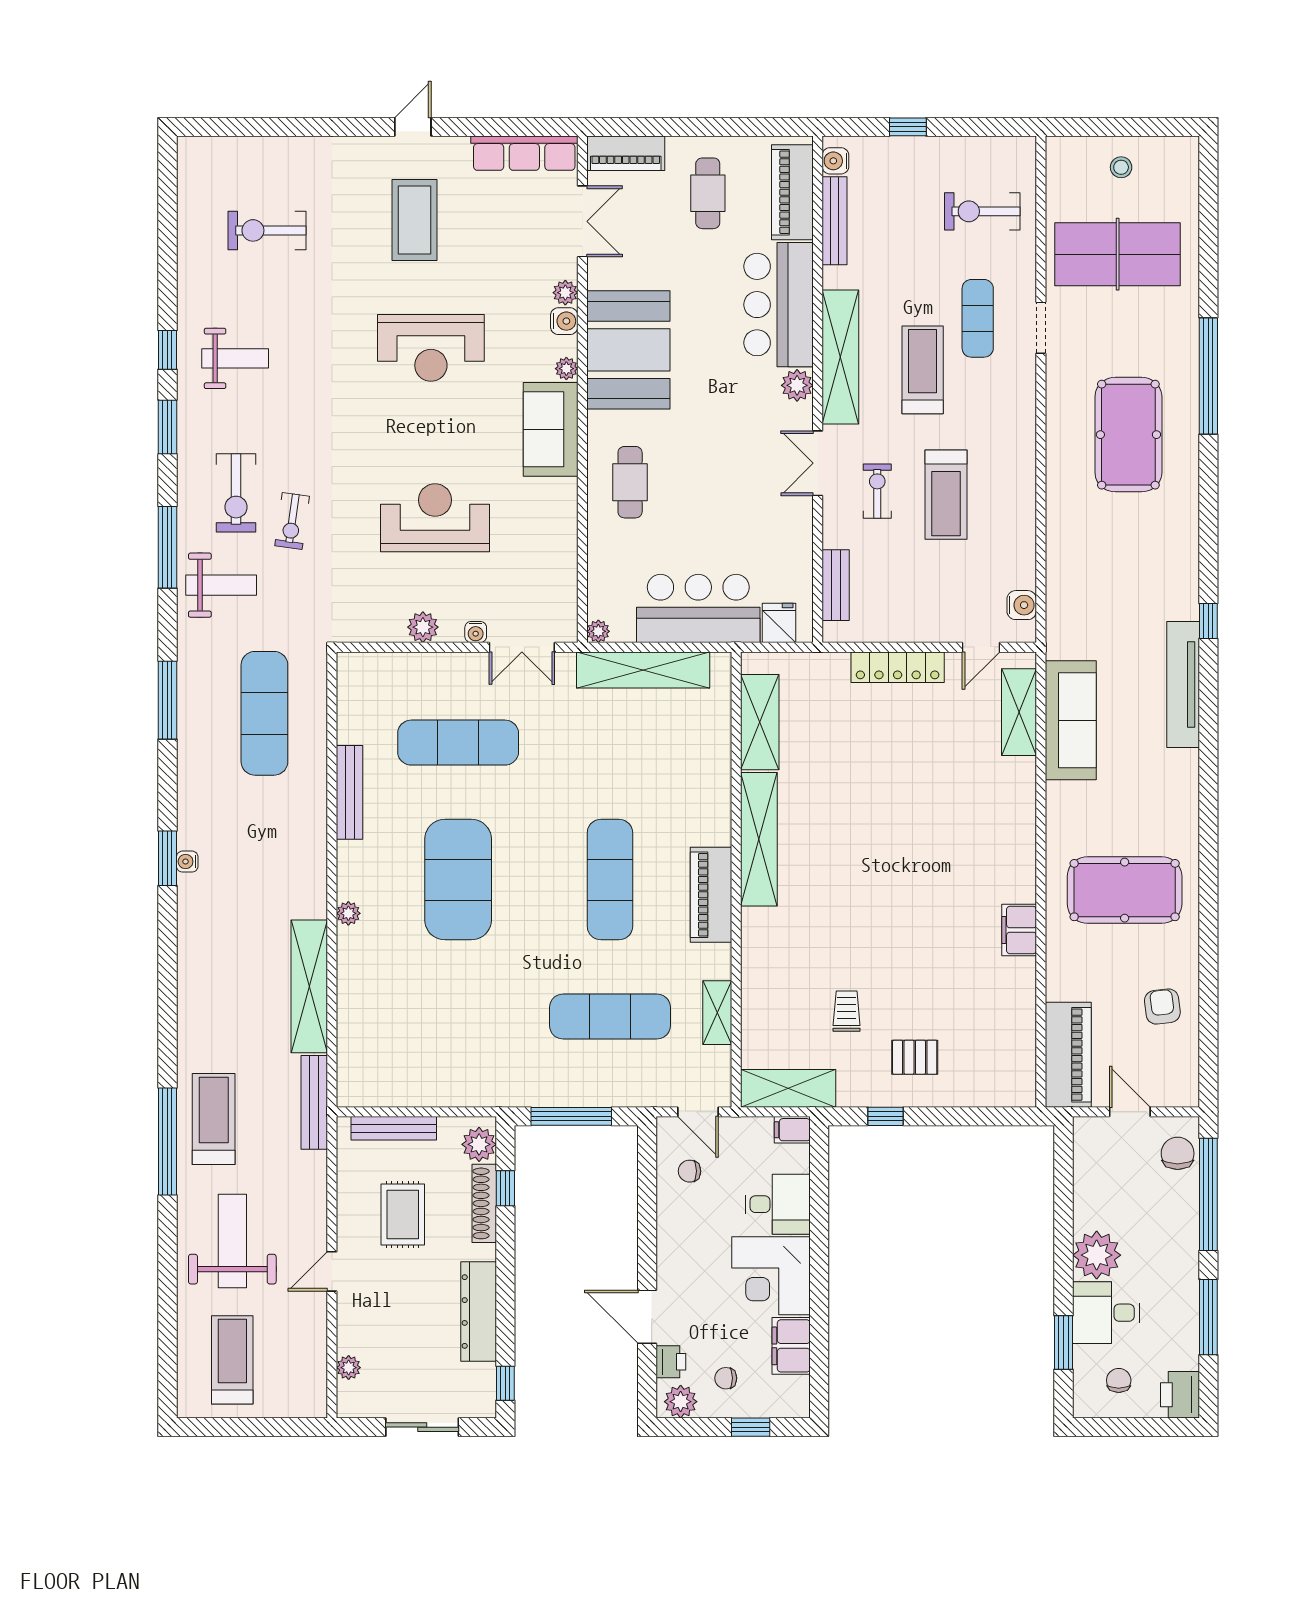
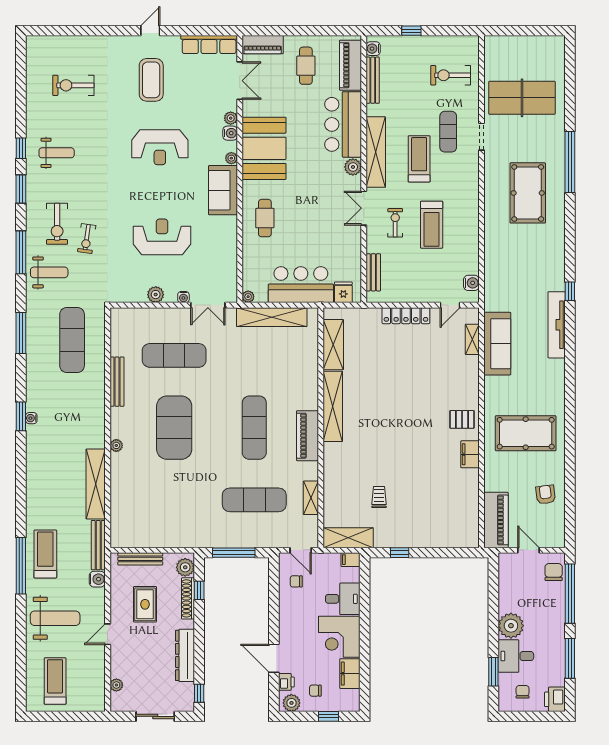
stool: (1121, 167) -> (524, 52), removed
shelving: (1019, 712) -> (472, 339), width x0.67, depth x0.75
pallet: (915, 1057) -> (462, 419), moved
water cooler: (312, 1167) -> (97, 579), added
weight bench: (232, 1241) -> (55, 618), turned 90

